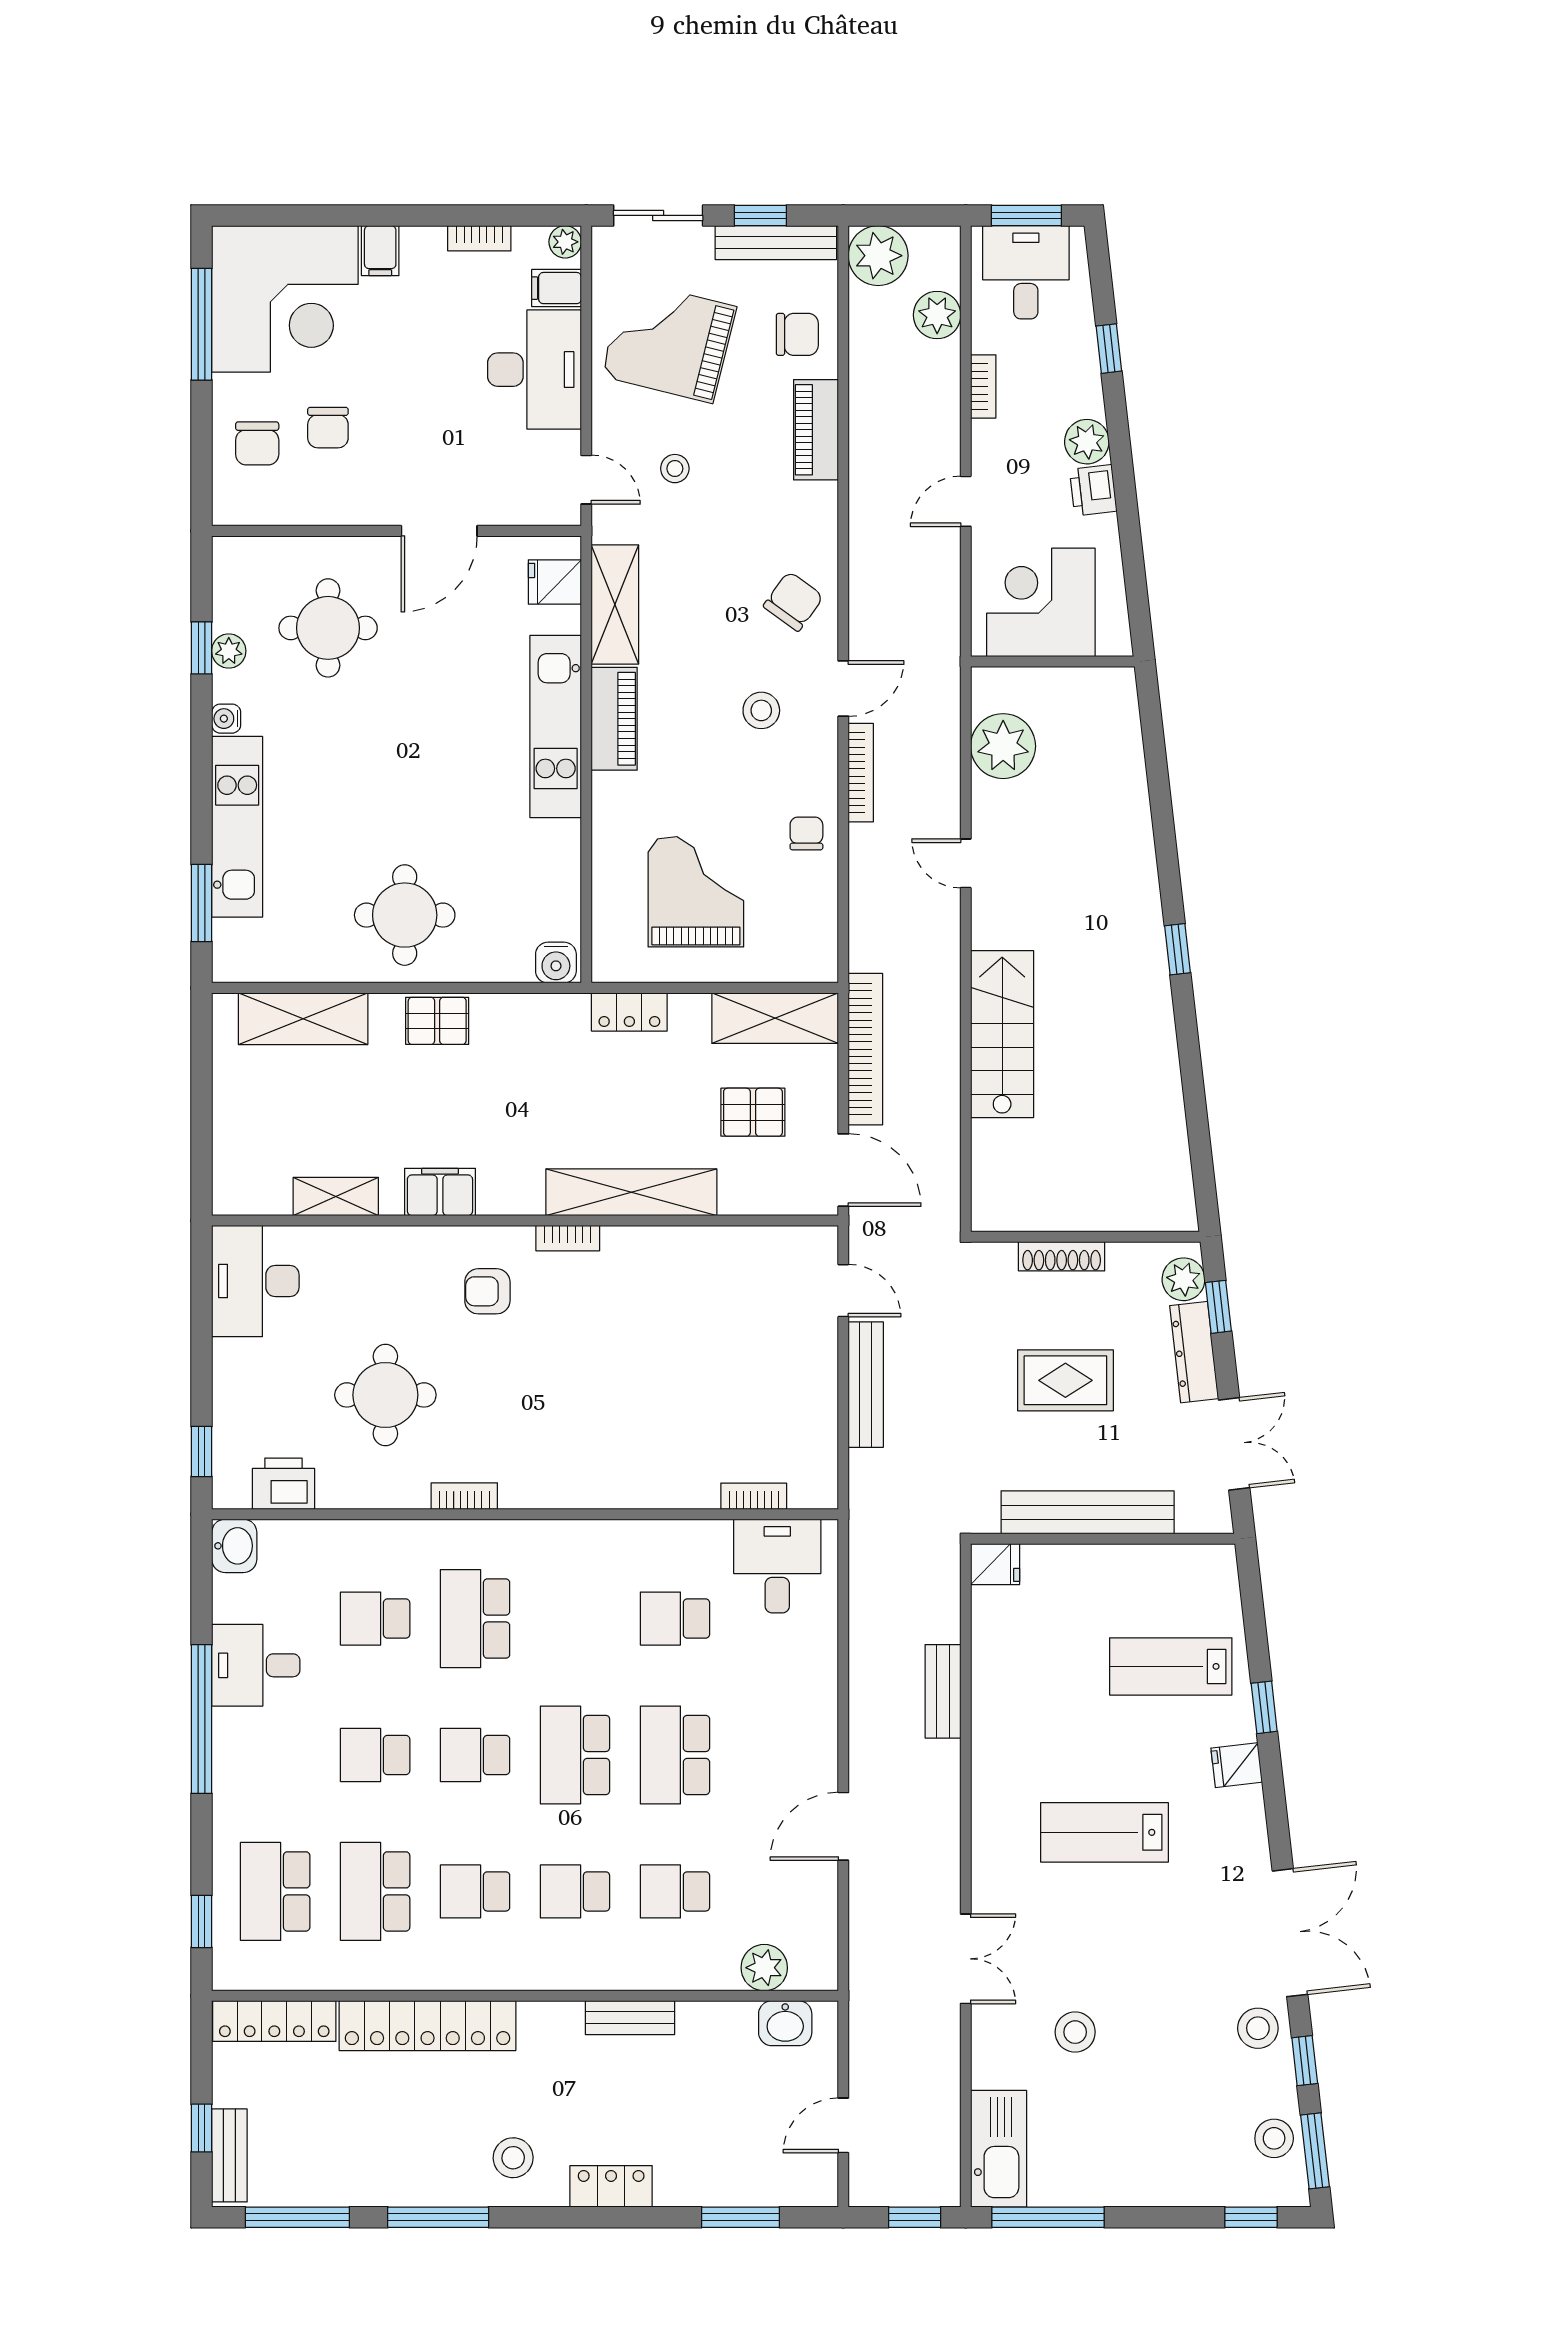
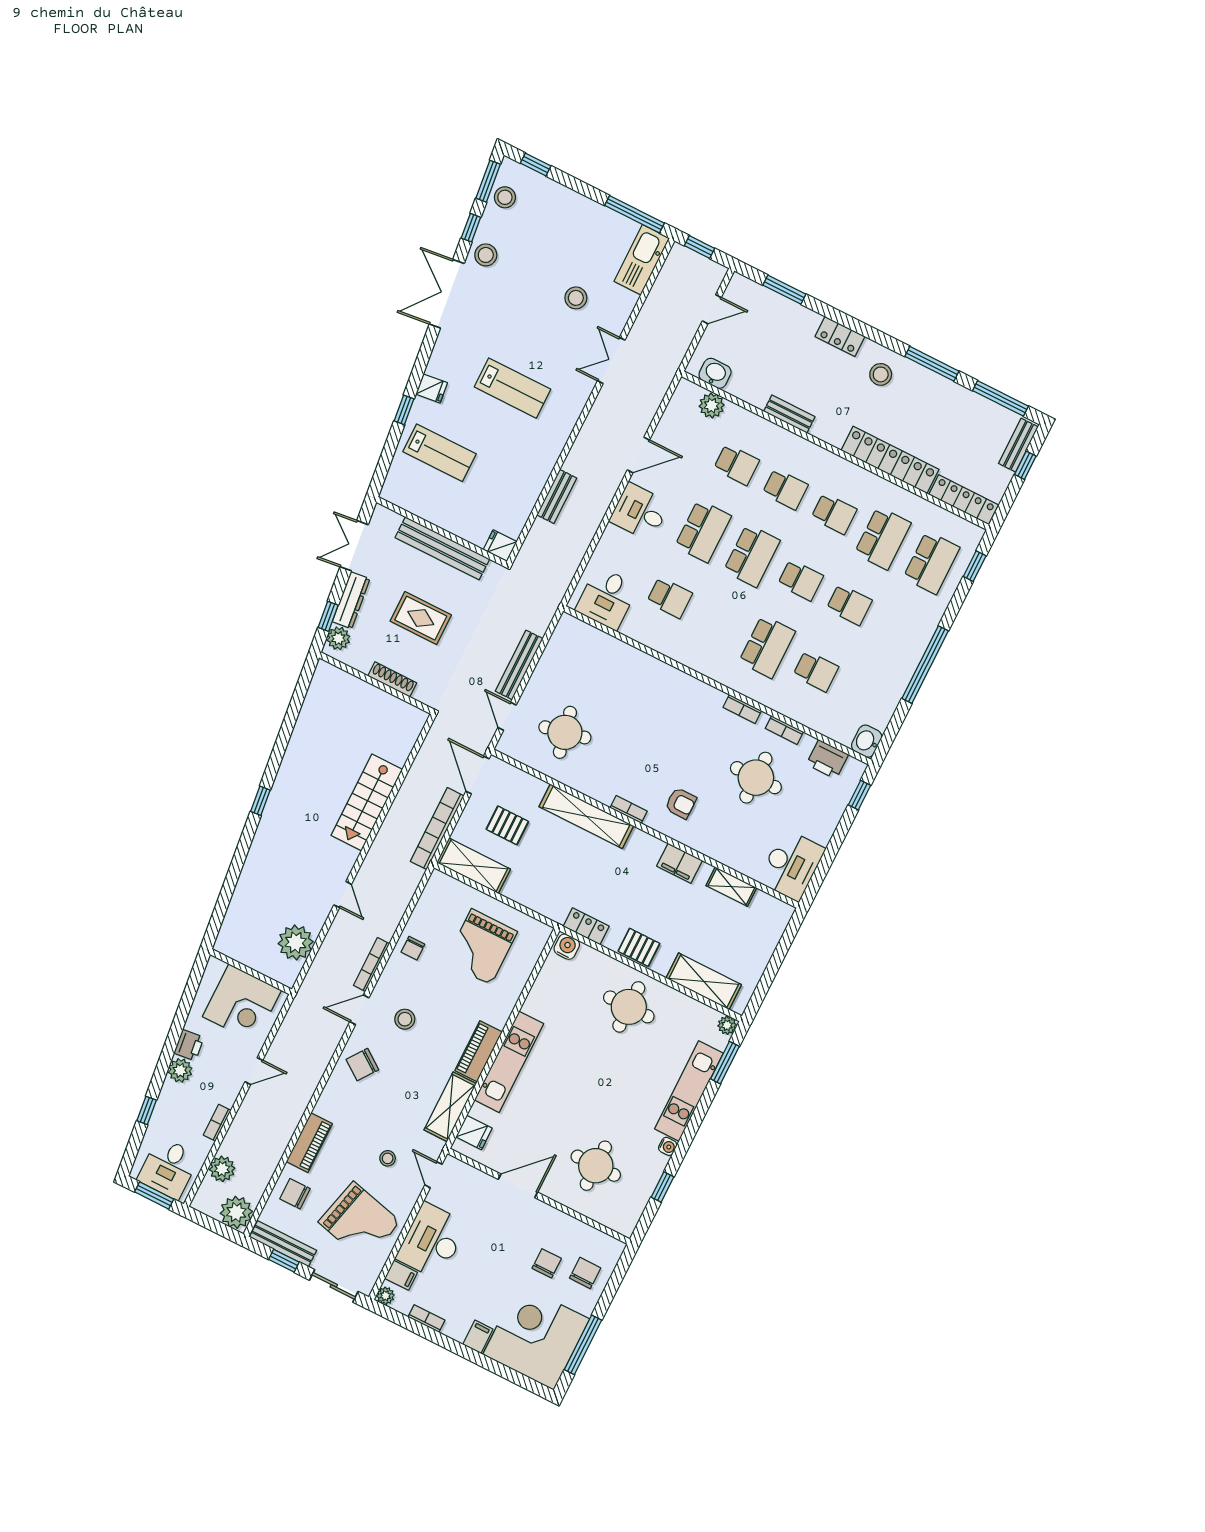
plant: (229, 651) -> (727, 1025), moved
locker: (629, 1012) -> (586, 926), moved
round table: (735, 1312) -> (565, 732), added
bookcase: (754, 1496) -> (784, 730), moved
desk: (256, 1665) -> (640, 512), moved, turned 180

